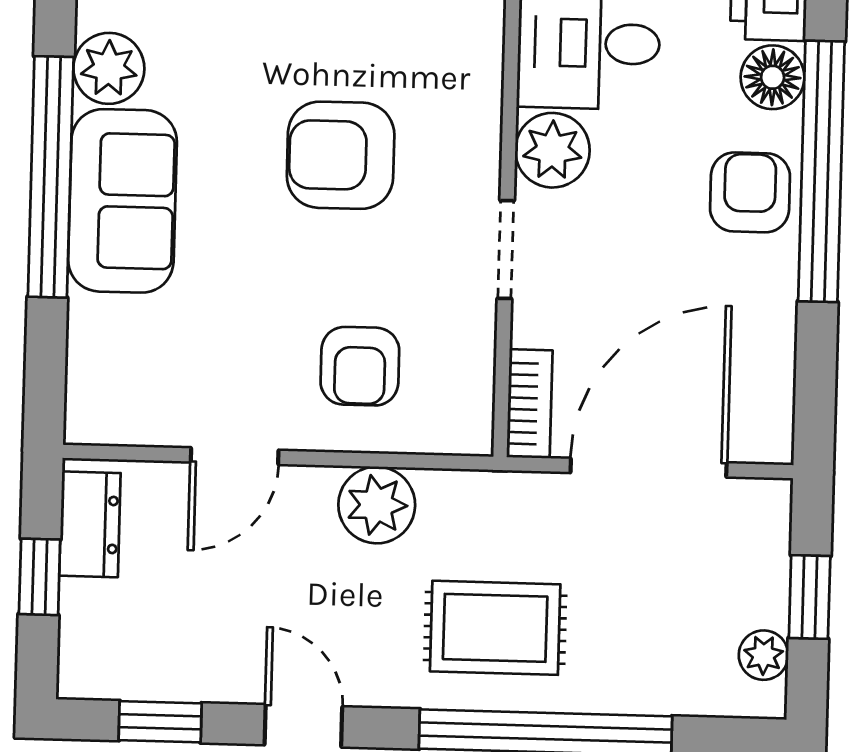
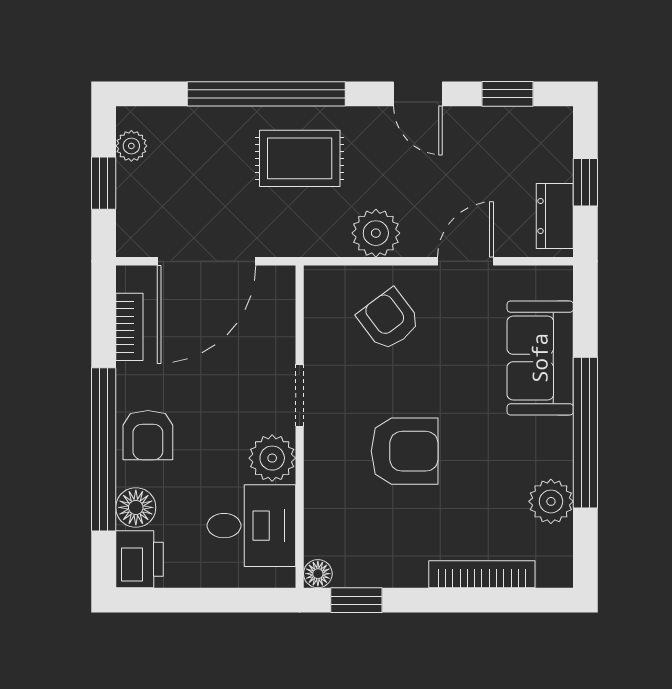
sofa: (122, 201) -> (540, 358), moved
armchair: (360, 366) -> (389, 320), turned -37
bookcase: (530, 404) -> (129, 327), moved, turned 180

